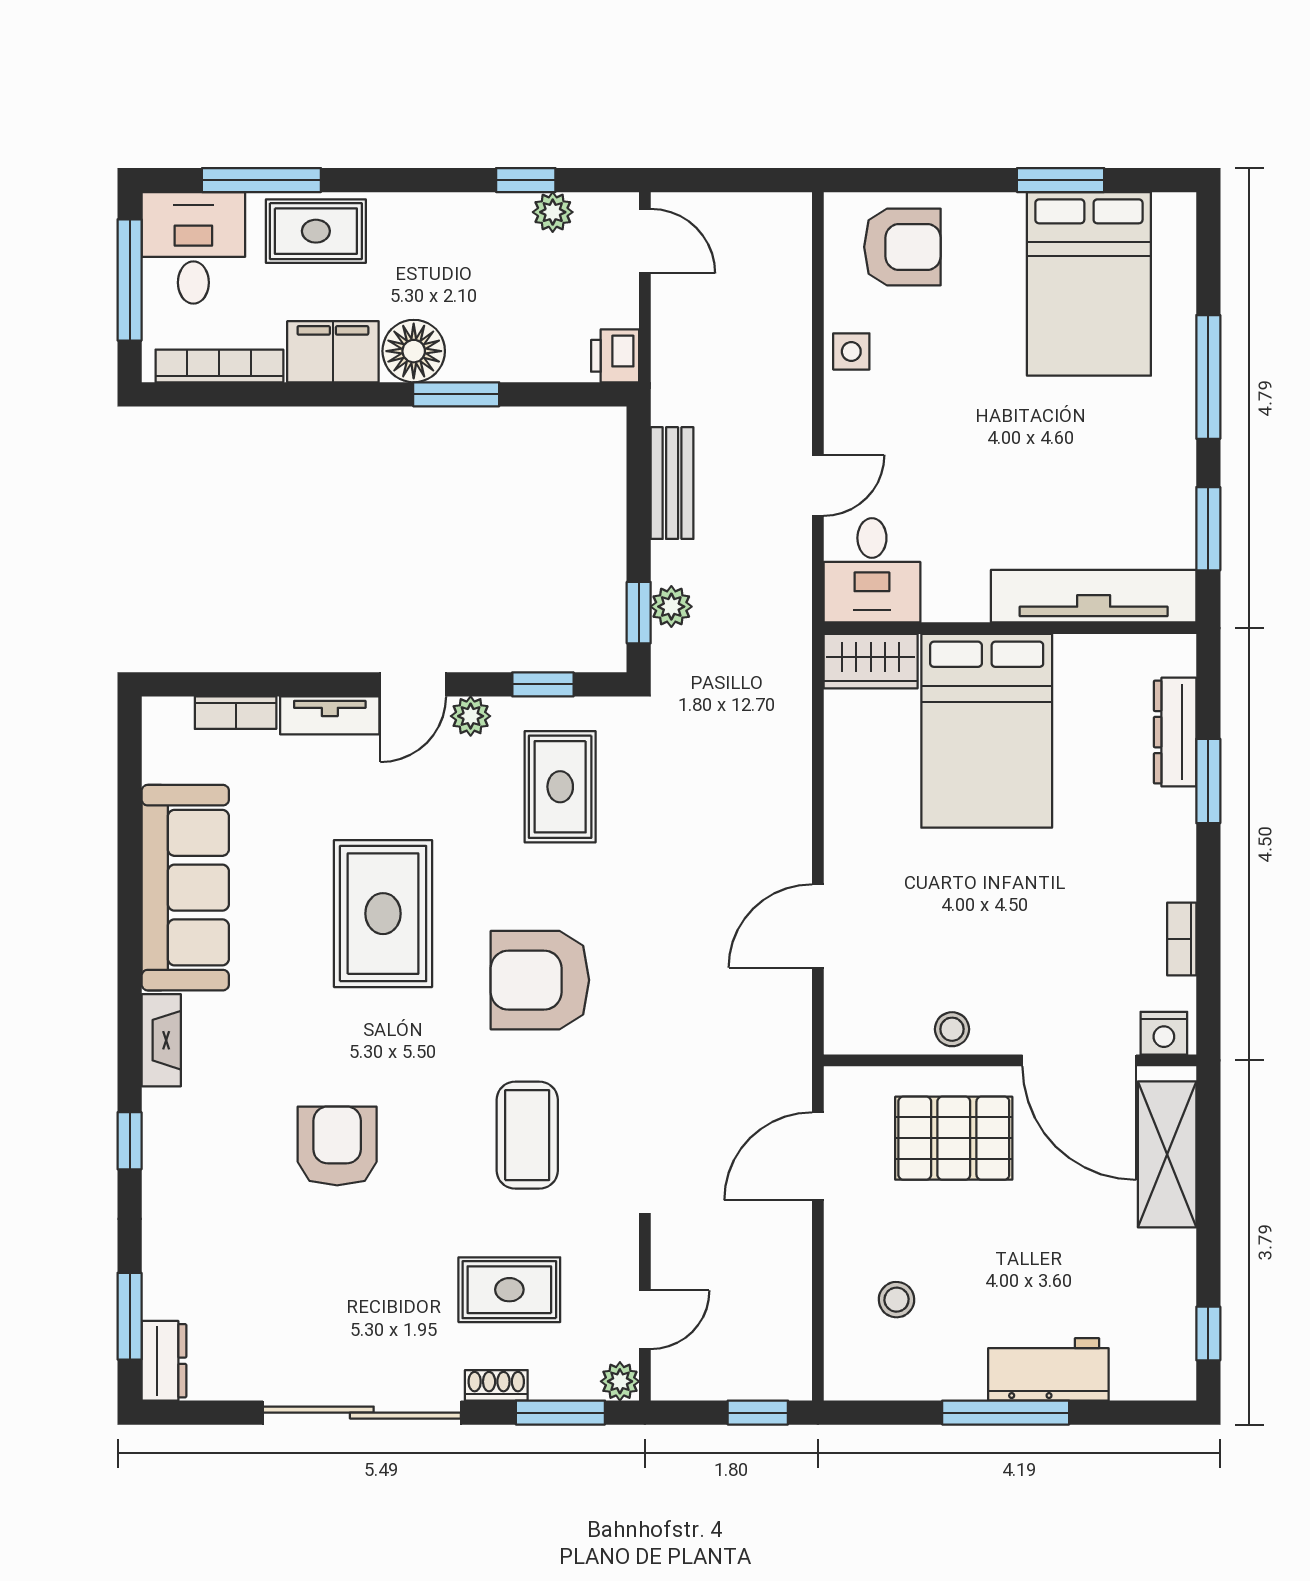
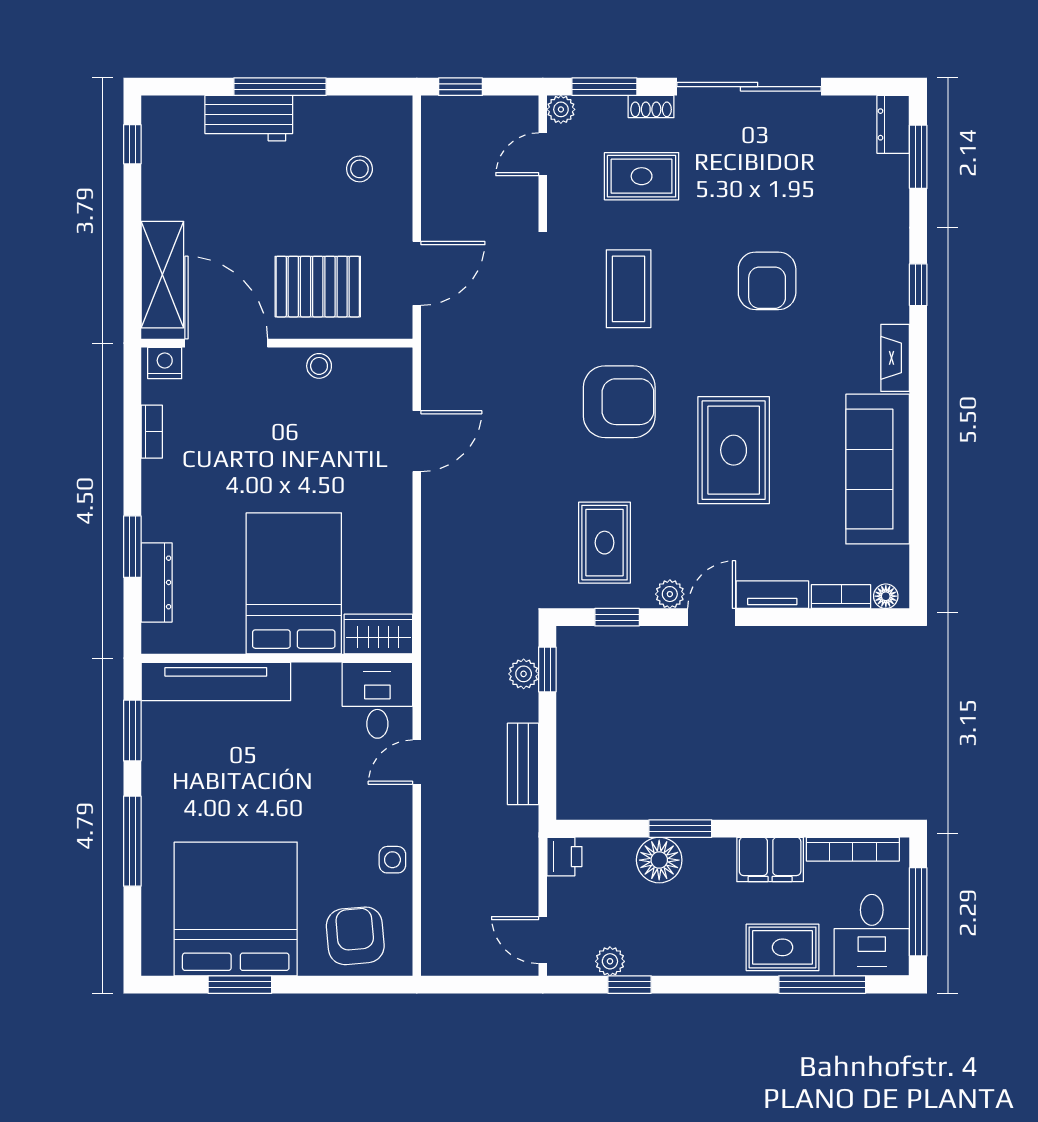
armchair: (902, 247) -> (355, 936), turned 85
bed: (1089, 284) -> (236, 909), width x1.36
floor lamp: (414, 351) -> (659, 860), moved
floor lamp: (174, 713) -> (886, 596), added

